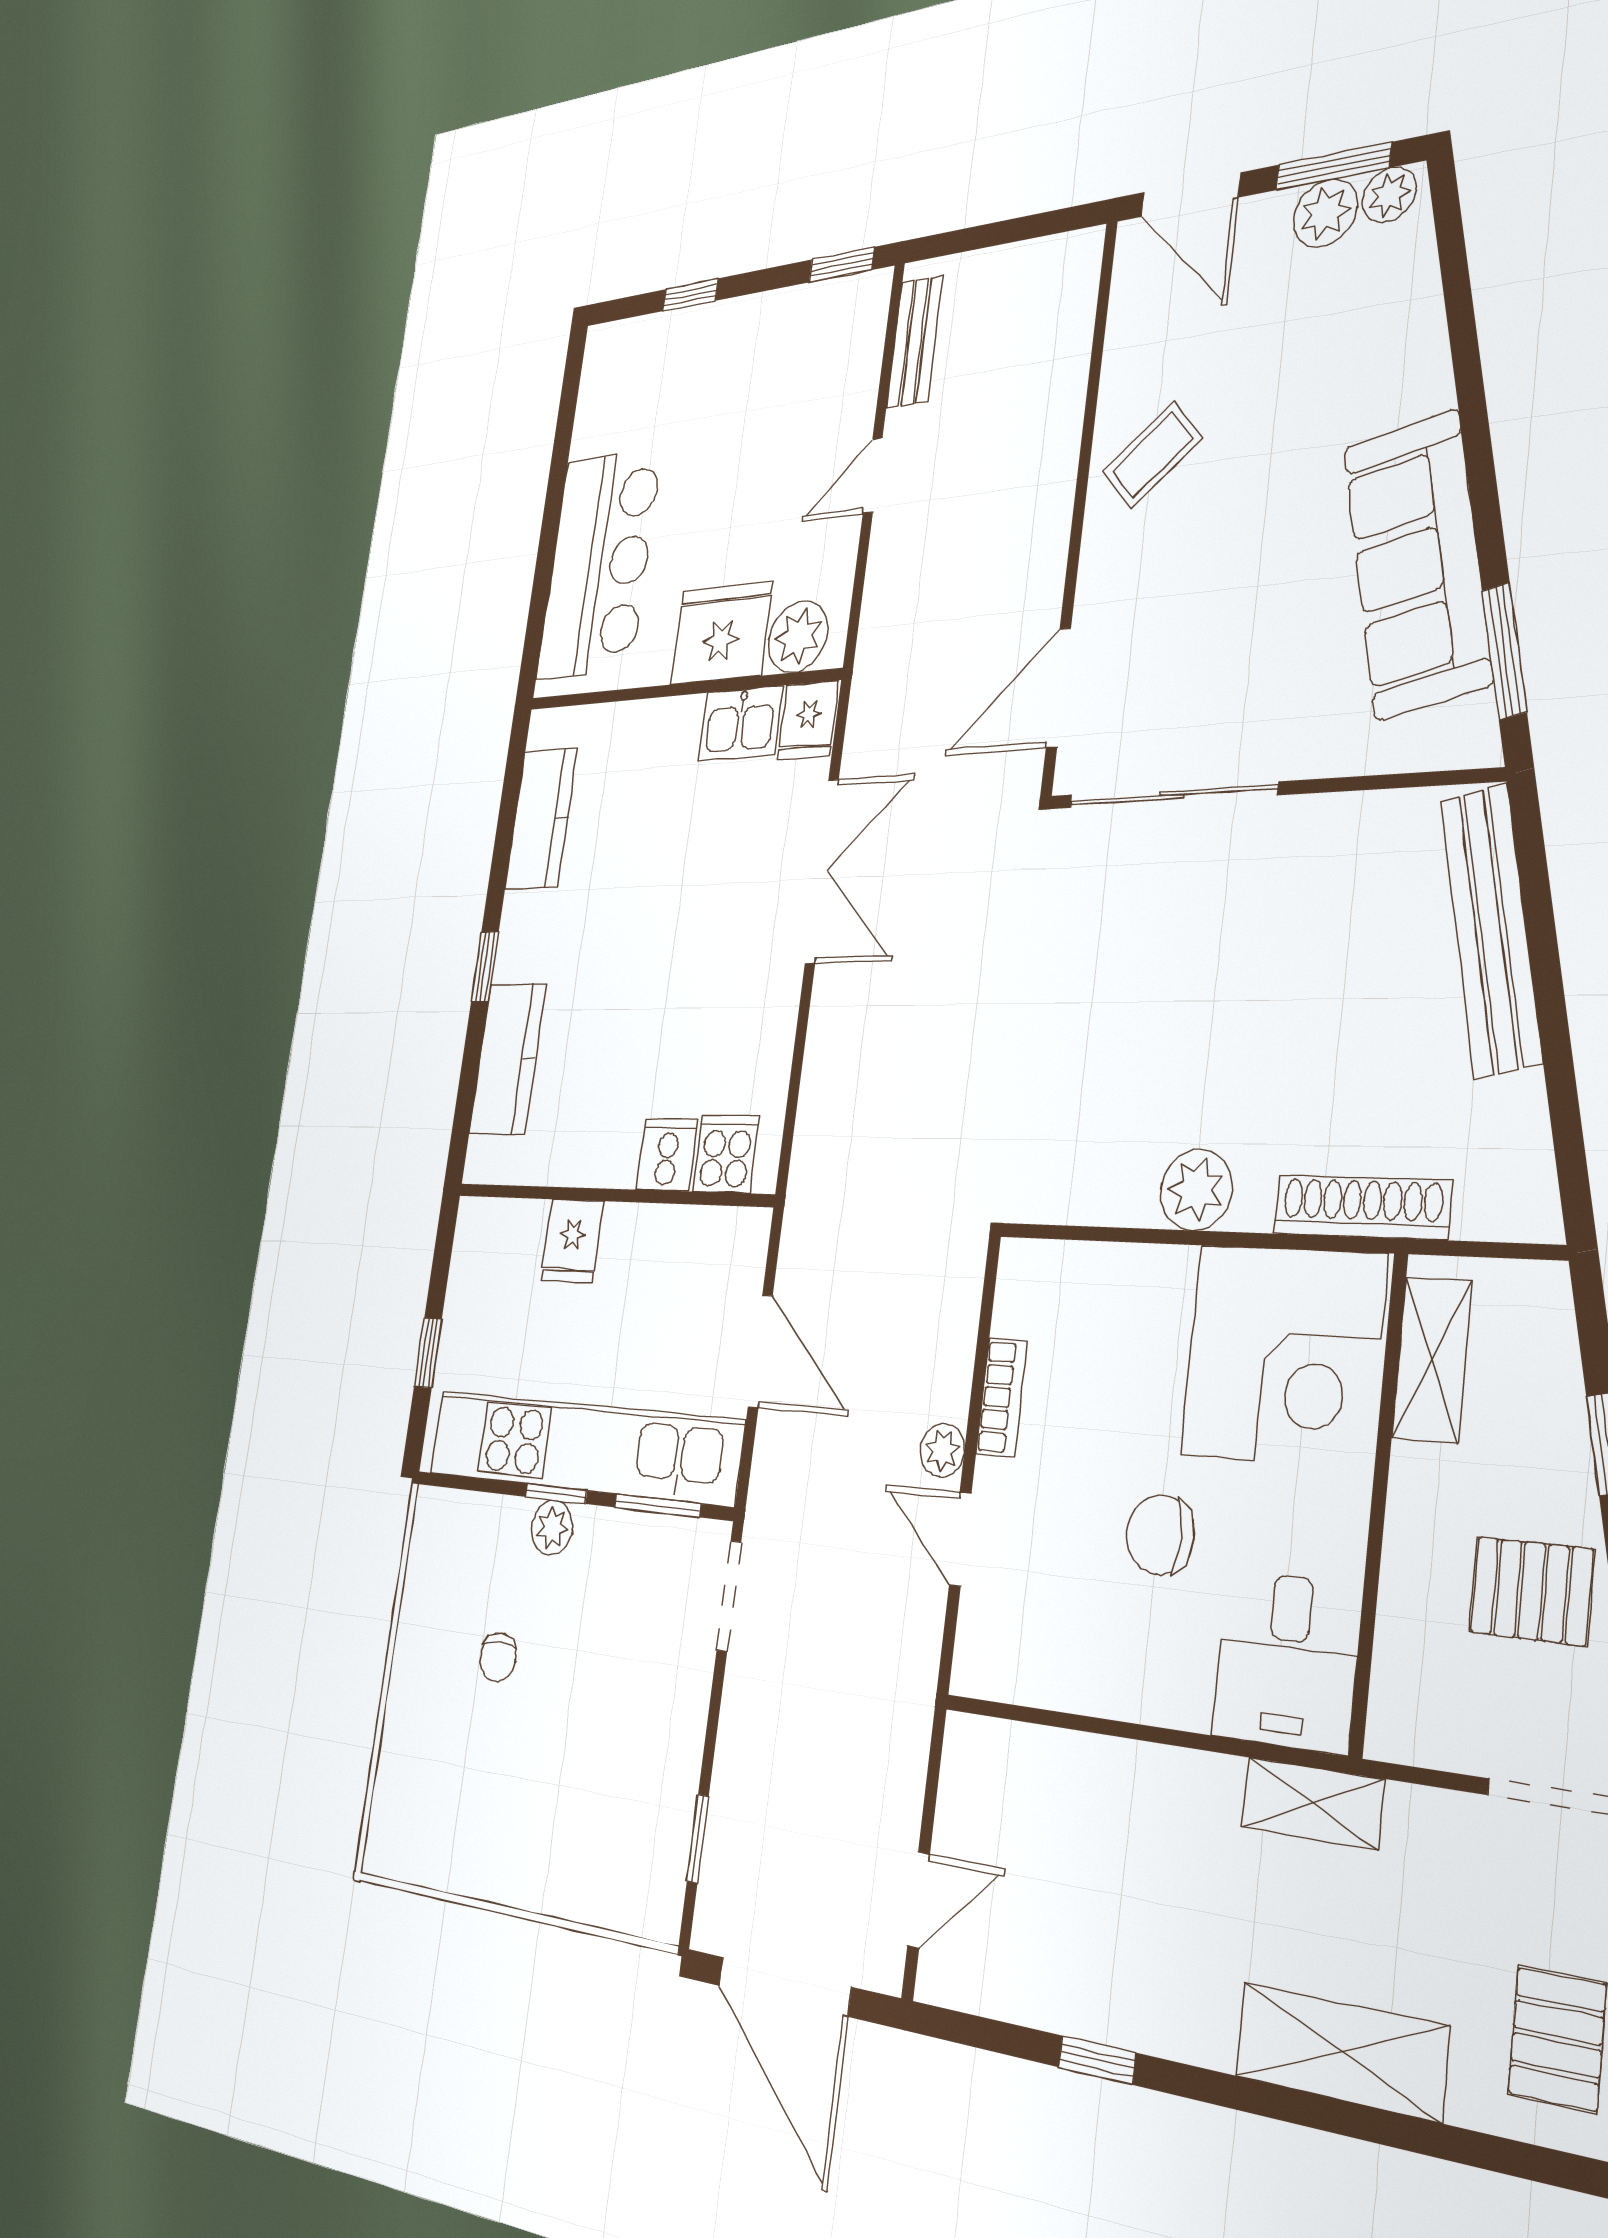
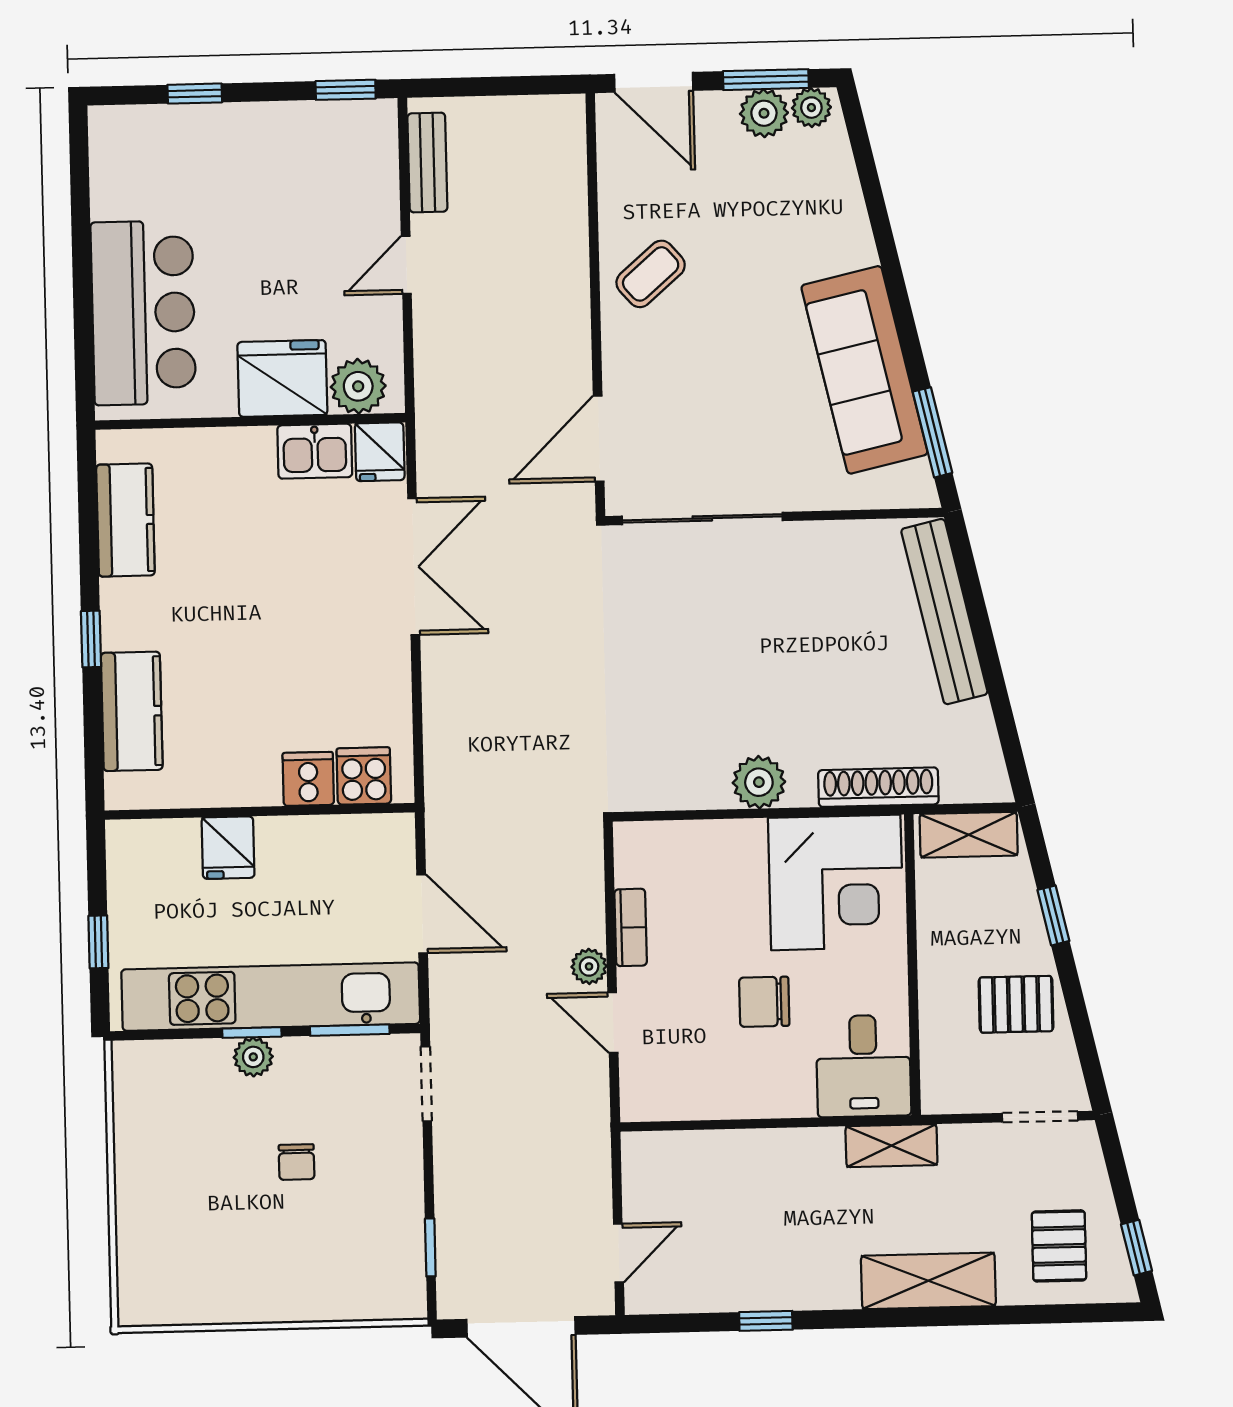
shelving: (1432, 1359) -> (969, 835), moved, turned 90
chair: (498, 1657) -> (297, 1162), moved

